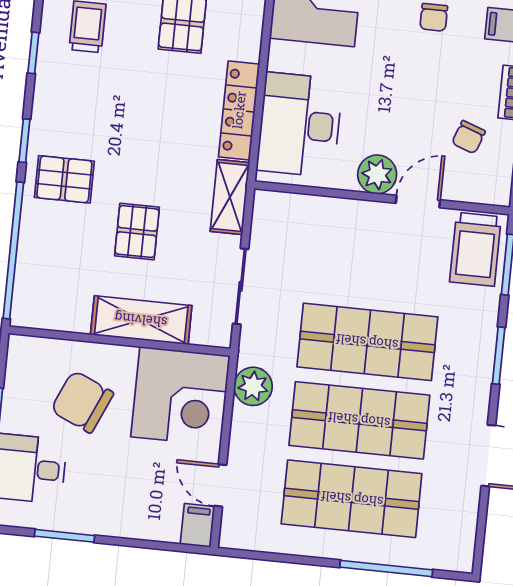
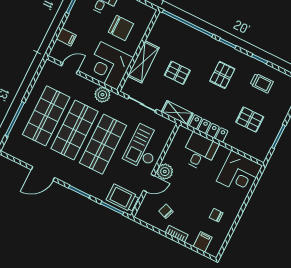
desk: (299, 125) -> (199, 152), width x0.73
pallet: (64, 179) -> (222, 75), moved
door: (418, 202) -> (149, 183), hinge flipped
checkout: (339, 245) -> (144, 147), added
chair: (82, 402) -> (121, 28), turned 66
filing cabinet: (197, 525) -> (66, 37), moved

